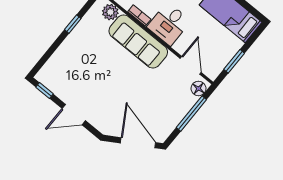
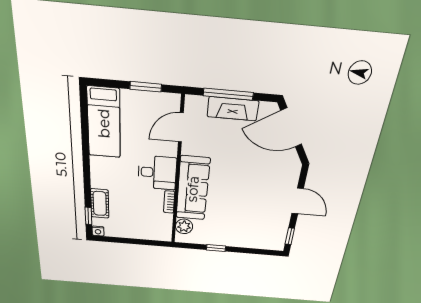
floor lamp: (199, 88) -> (198, 104), removed
fireplace: (179, 110) -> (233, 109), added
door: (138, 143) -> (291, 127), hinge flipped

